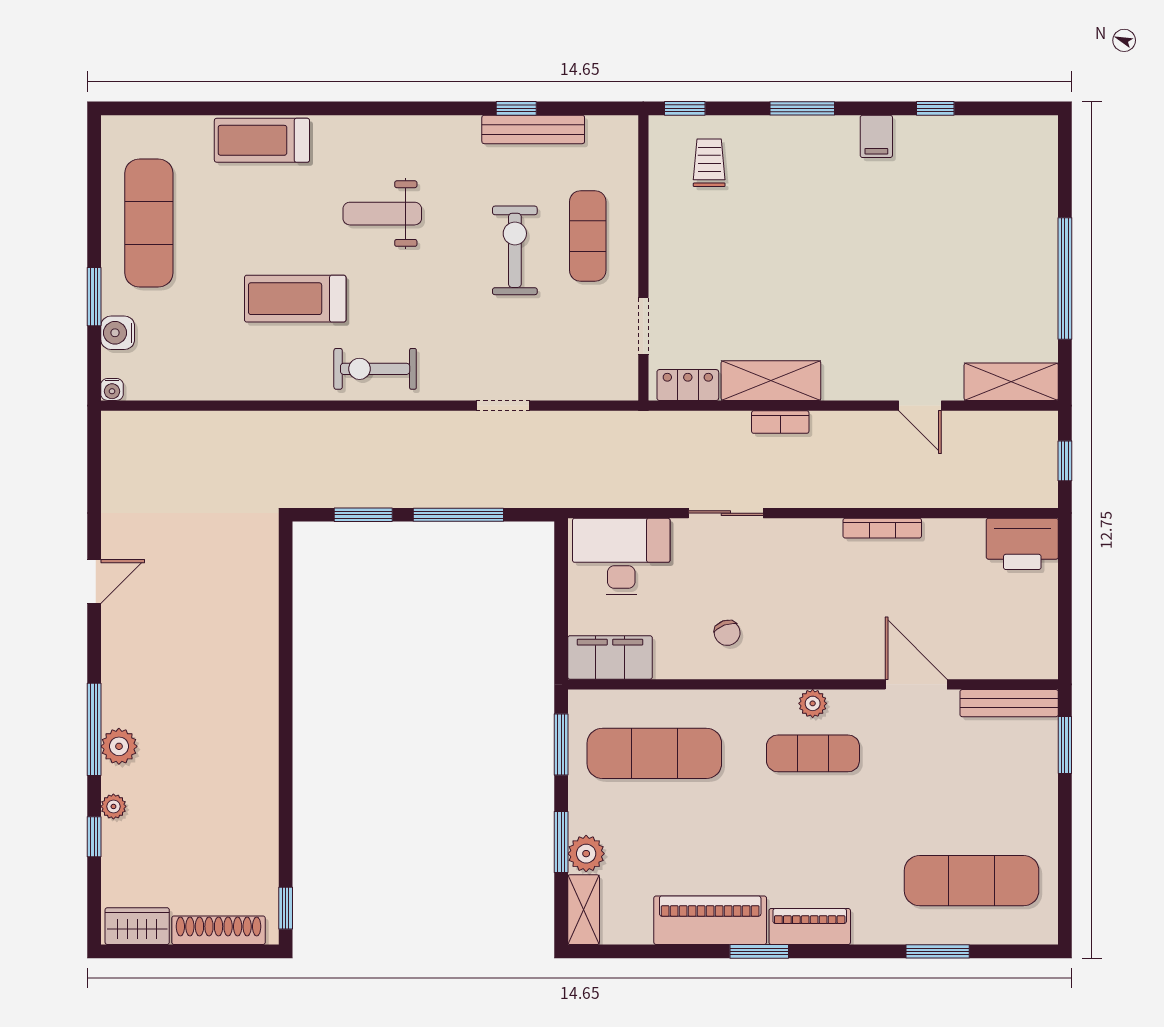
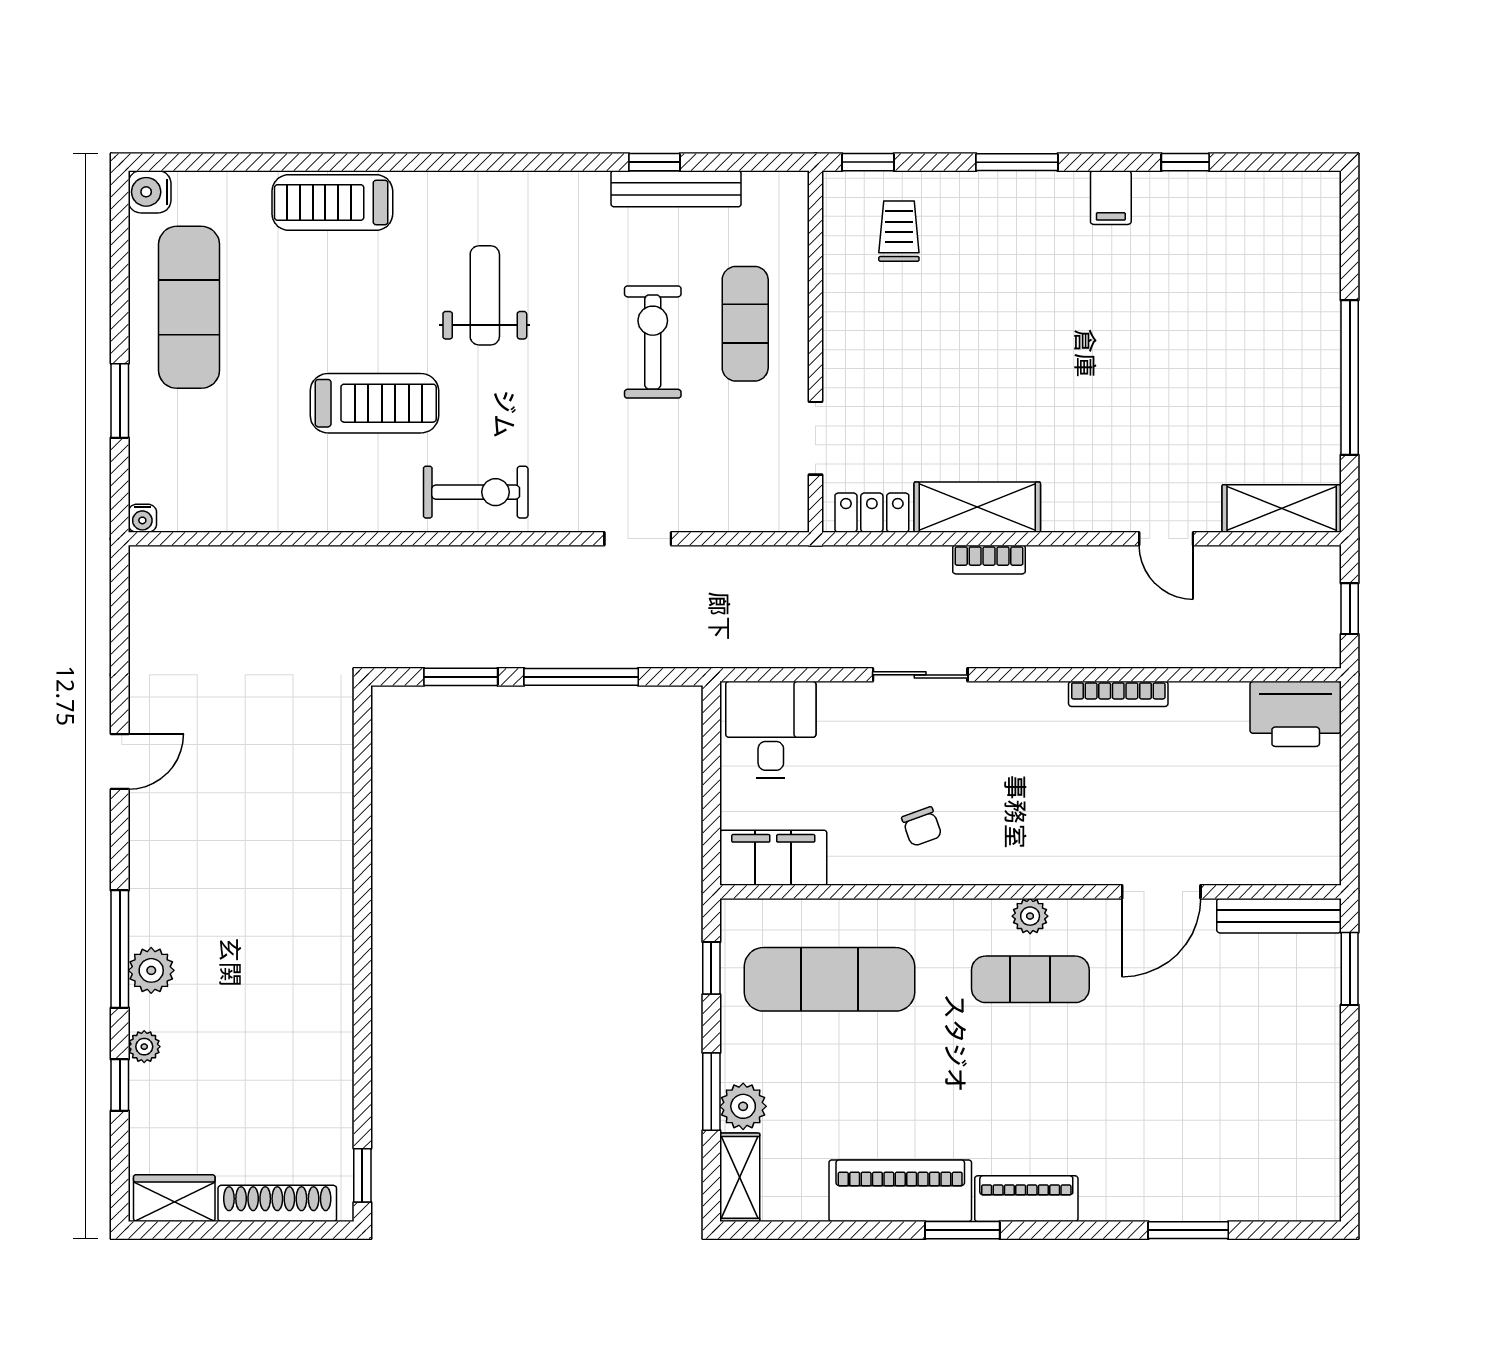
weight bench: (382, 214) -> (485, 295), turned 90
treadmill: (295, 299) -> (374, 403), turned 180
water cooler: (118, 333) -> (150, 192), moved
exercise bike: (375, 369) -> (476, 492), turned 180
desk: (621, 556) -> (771, 730), width x0.73
door: (916, 684) -> (1161, 892), swing flipped
window: (561, 744) -> (711, 968), width x0.67
exercise mat: (972, 881) -> (1231, 1141), removed

